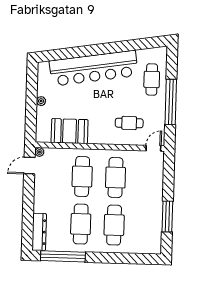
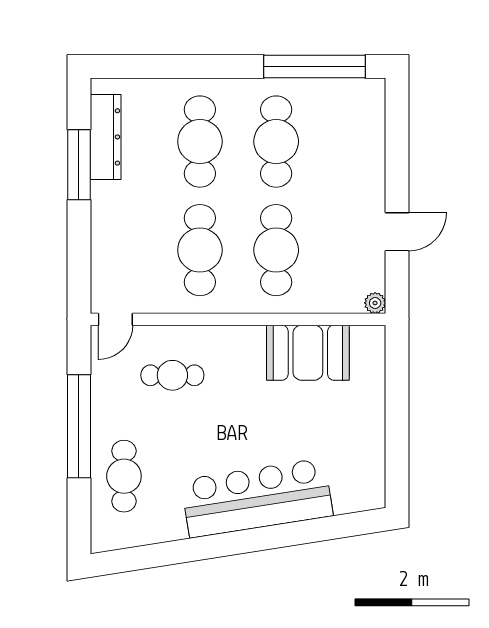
bar counter: (94, 68) -> (257, 498), width x0.73
plant: (41, 101) -> (375, 419), removed
door: (29, 166) -> (397, 232), moved
dresser: (39, 232) -> (106, 137), moved, turned 180

